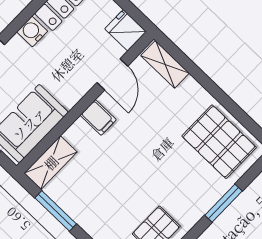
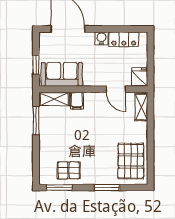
door: (112, 74) -> (116, 89), hinge flipped
filing cabinet: (98, 117) -> (77, 101), moved

